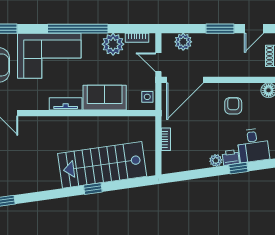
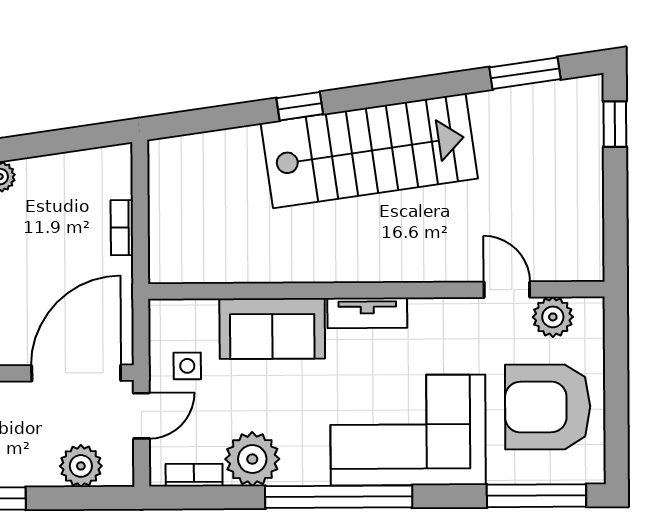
door: (158, 62) -> (141, 416), hinge flipped
side table: (147, 97) -> (187, 366), moved
stairs: (102, 165) -> (369, 151), moved

